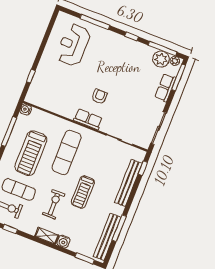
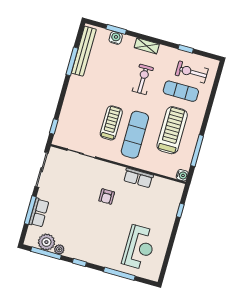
plant: (175, 61) -> (59, 249), moved
window: (179, 77) -> (30, 210), moved
row of seats: (88, 119) -> (138, 178), moved
bench: (128, 183) -> (67, 110), removed
treadmill: (83, 192) -> (111, 123), moved
exercise bike: (54, 204) -> (143, 79), turned 180
water cooler: (64, 242) -> (116, 38), moved
window: (85, 258) -> (116, 29), moved

